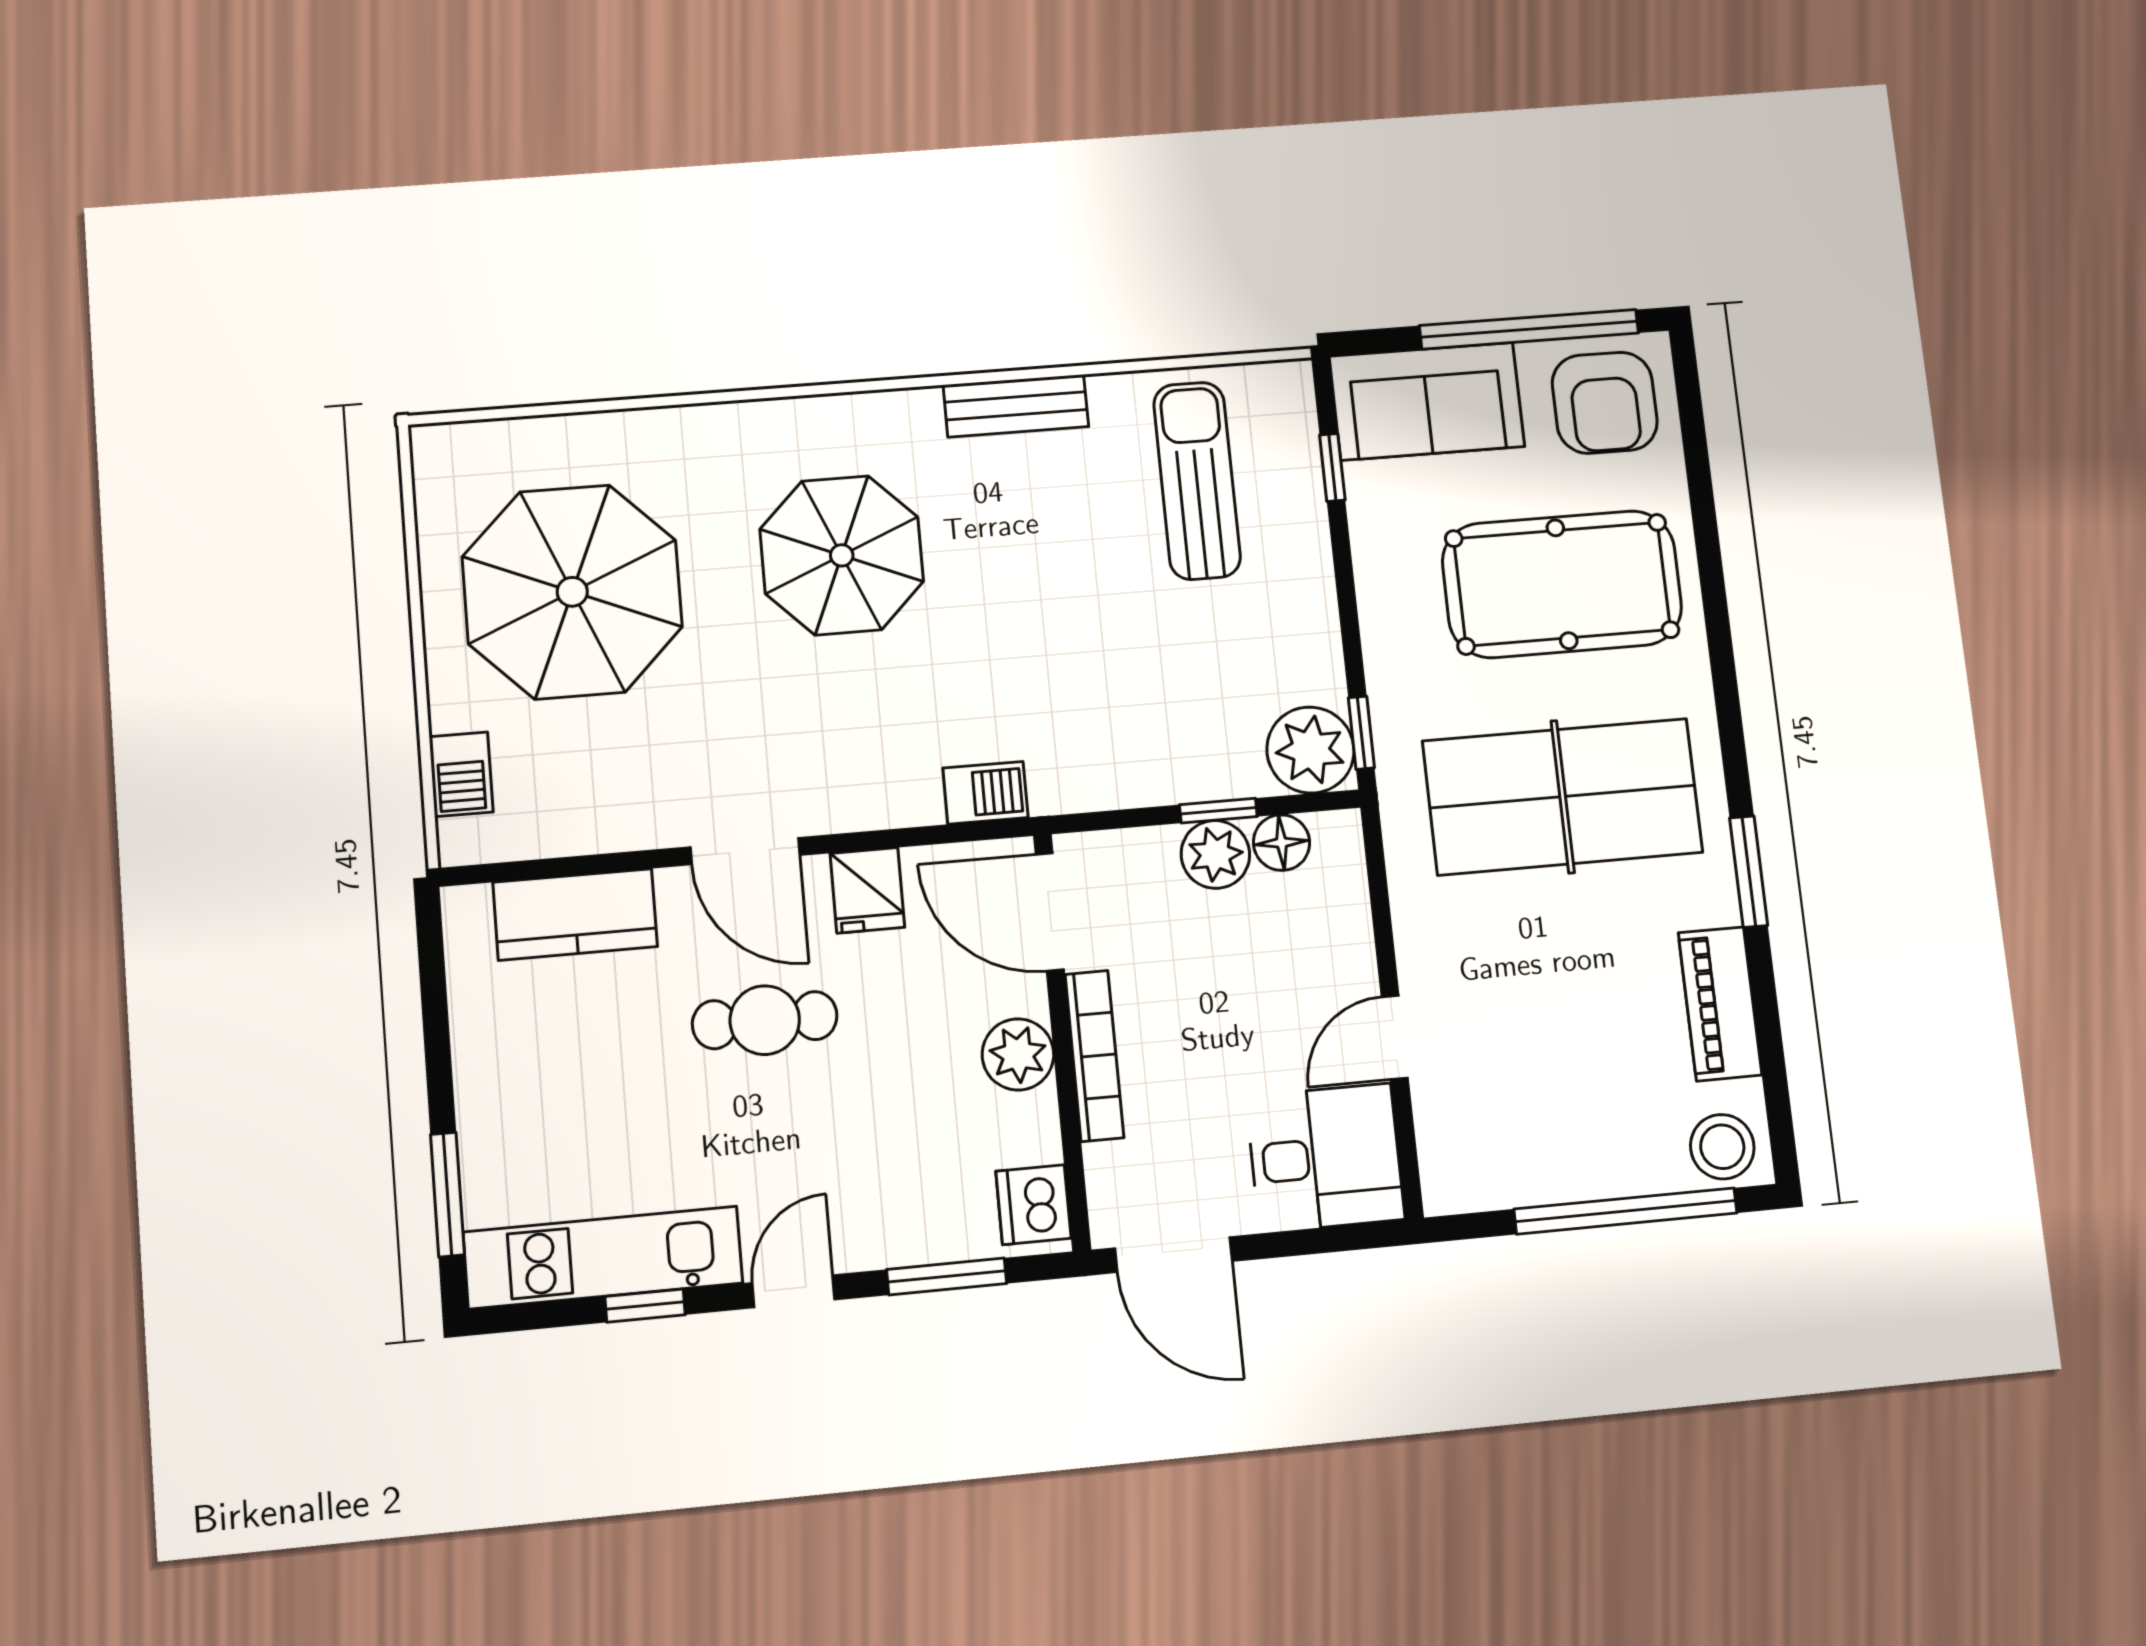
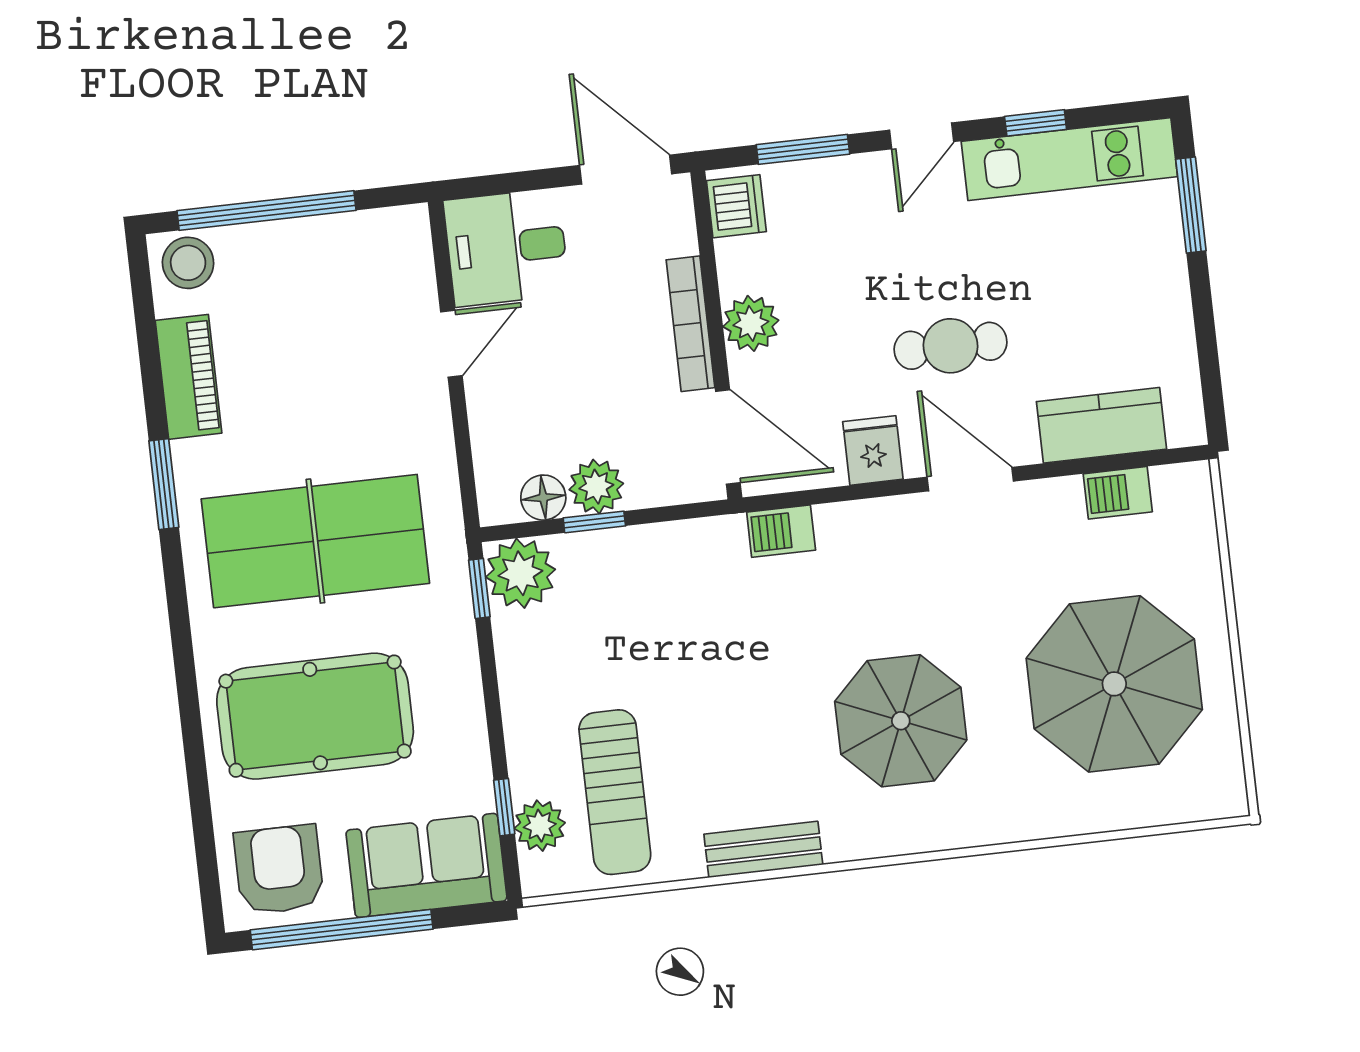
plant: (1289, 444) -> (540, 826), added
barbecue: (461, 774) -> (1118, 493), moved, turned -90

